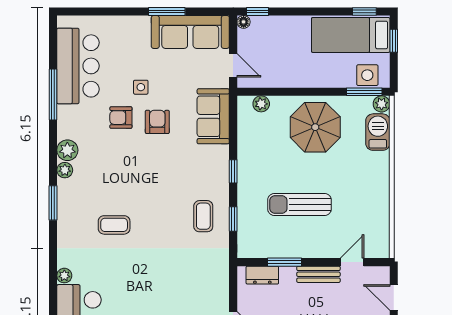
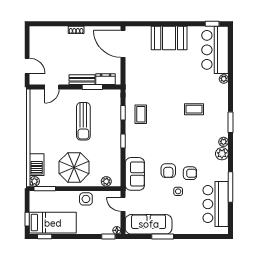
side table: (367, 75) -> (86, 199), moved
sun lounger: (299, 204) -> (83, 121), turned 90
bench: (318, 274) -> (82, 80), moved

